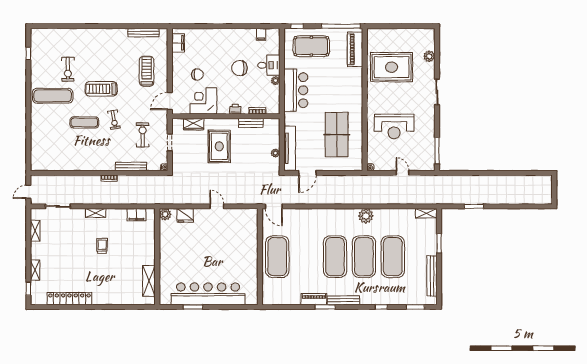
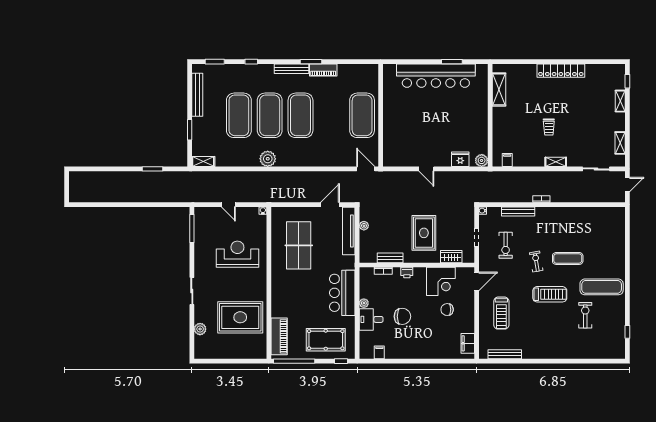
filing cabinet: (136, 215) -> (507, 160), width x0.50
locker: (69, 299) -> (561, 71), moved

